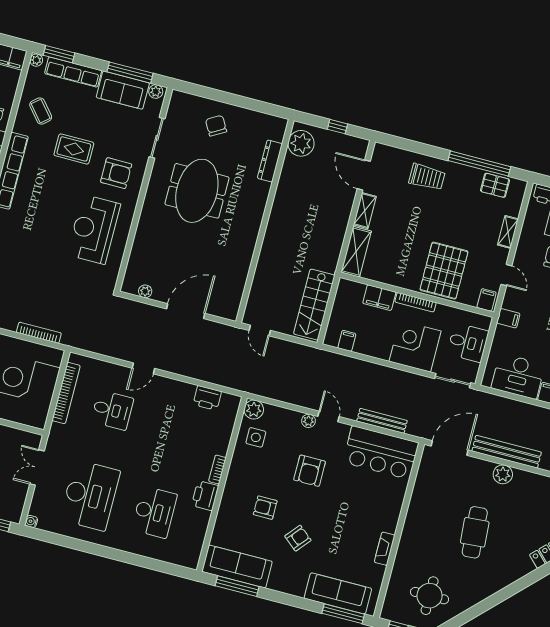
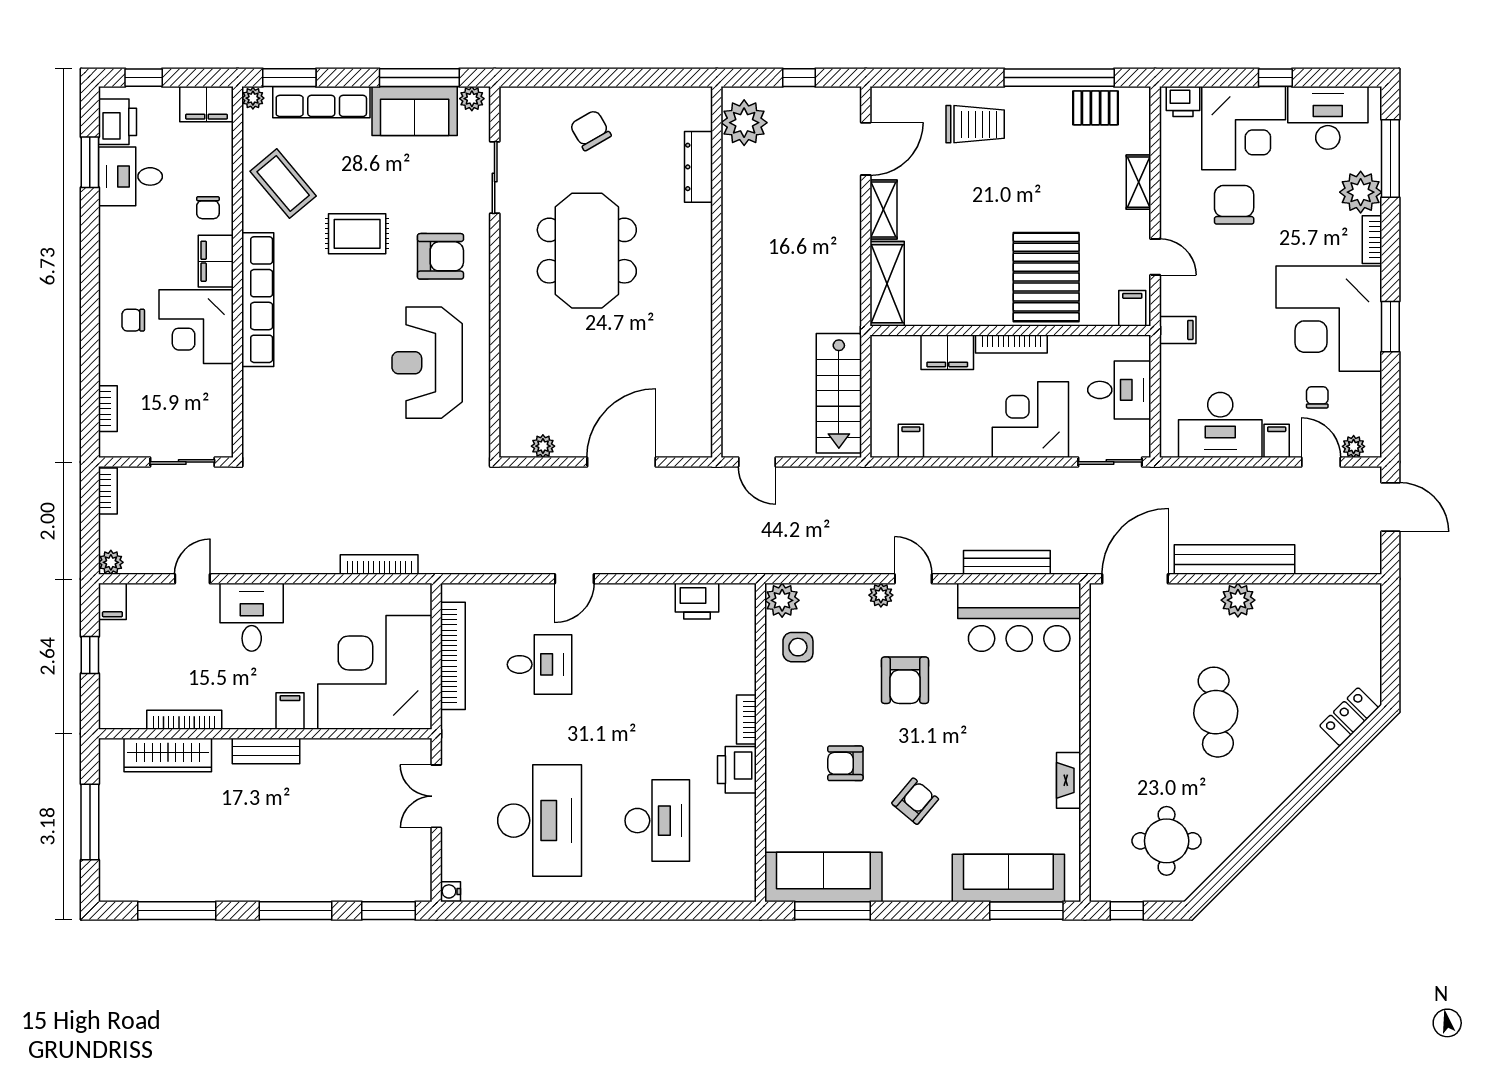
coffee table: (41, 111) -> (283, 184), width x1.36, depth x1.30
door: (364, 175) -> (866, 149), swing flipped

